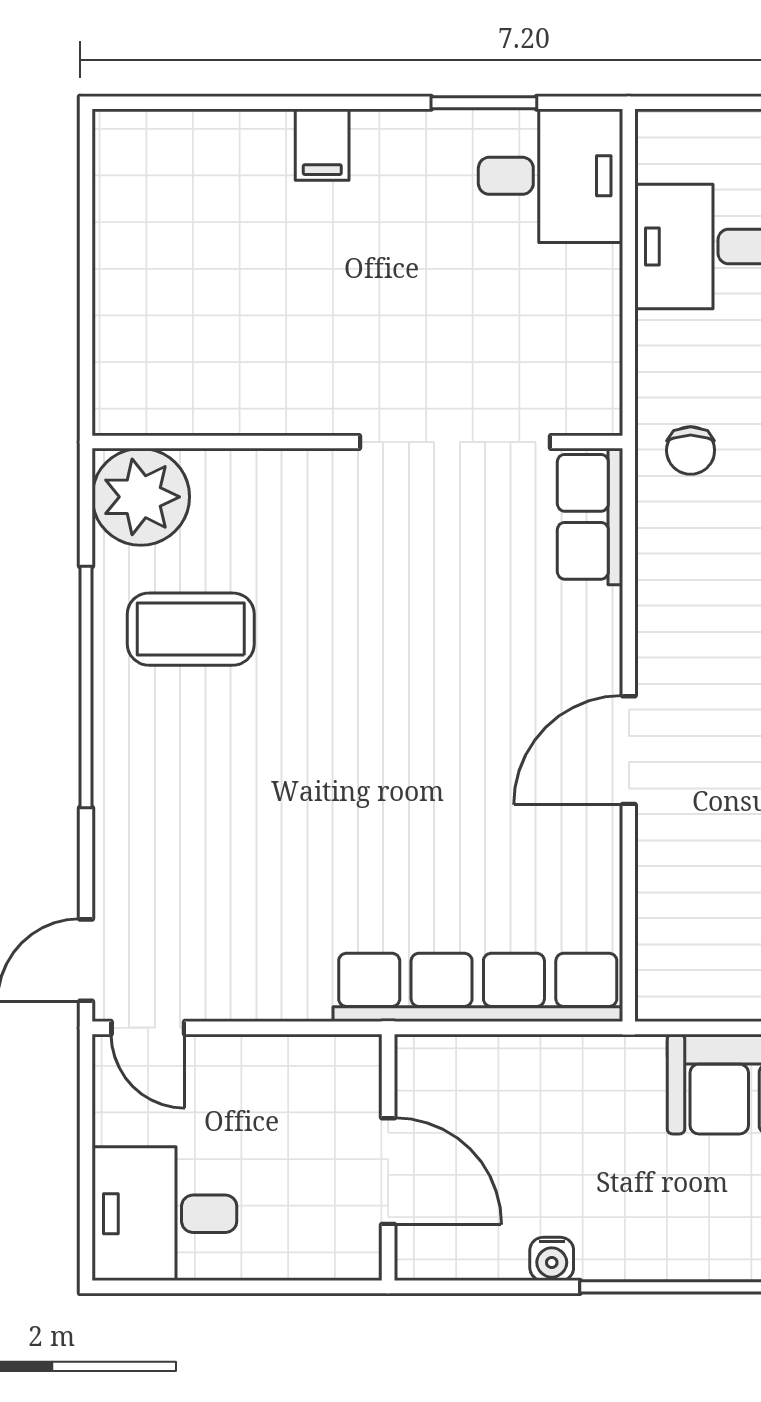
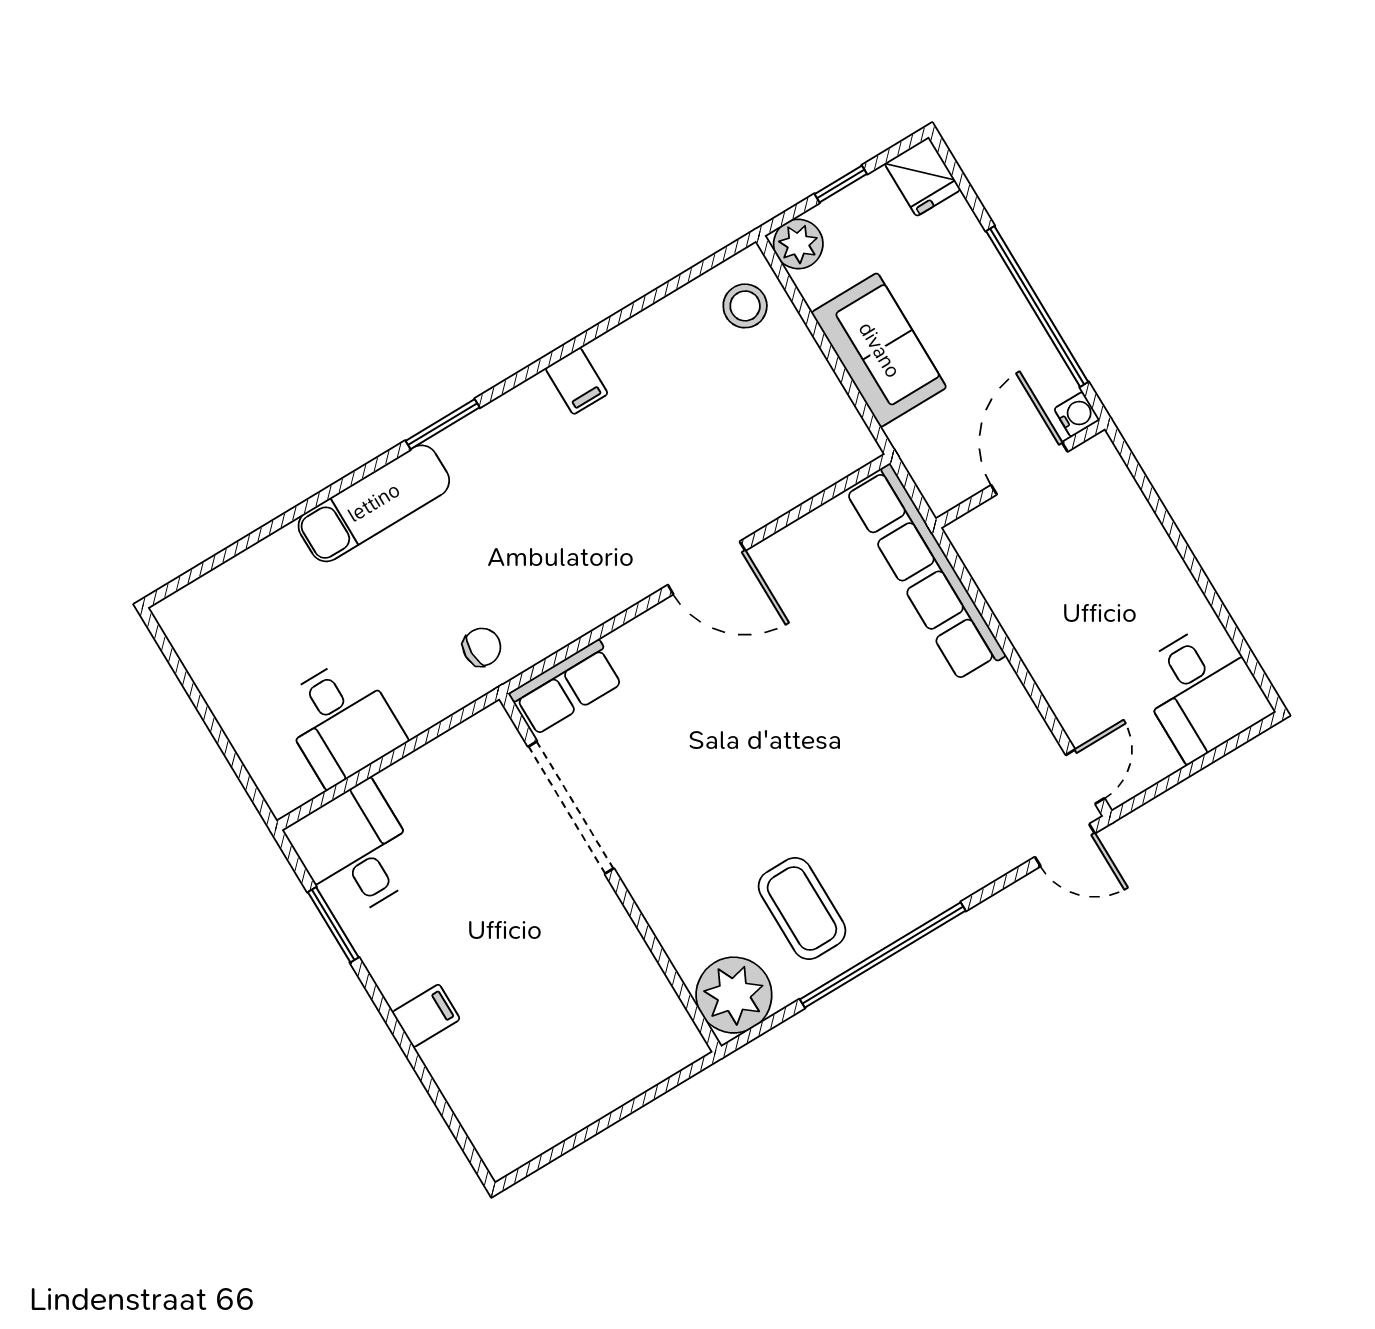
wall: (388, 1157) -> (1020, 474), moved
door: (388, 1171) -> (1029, 468), moved

